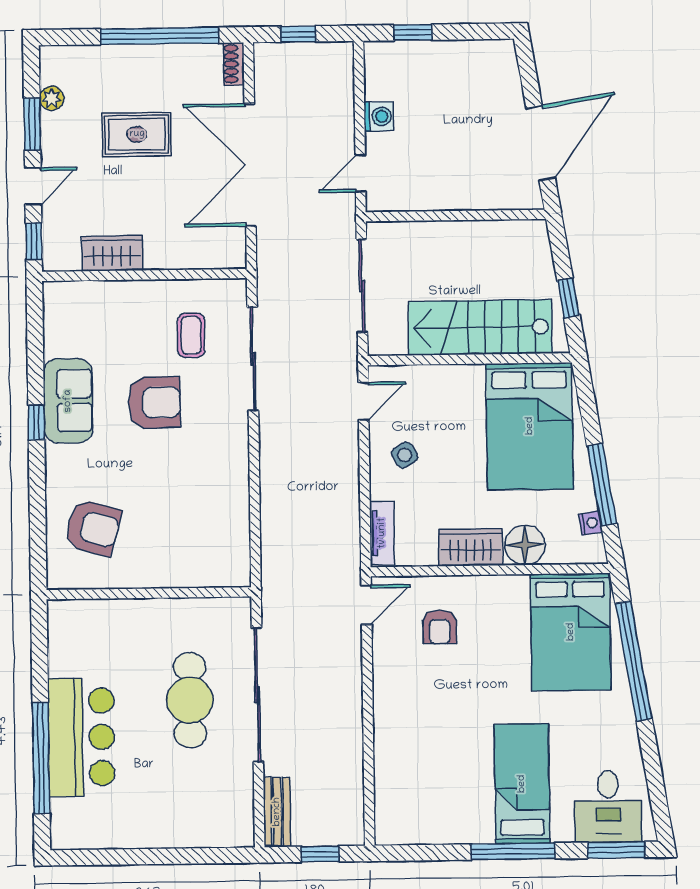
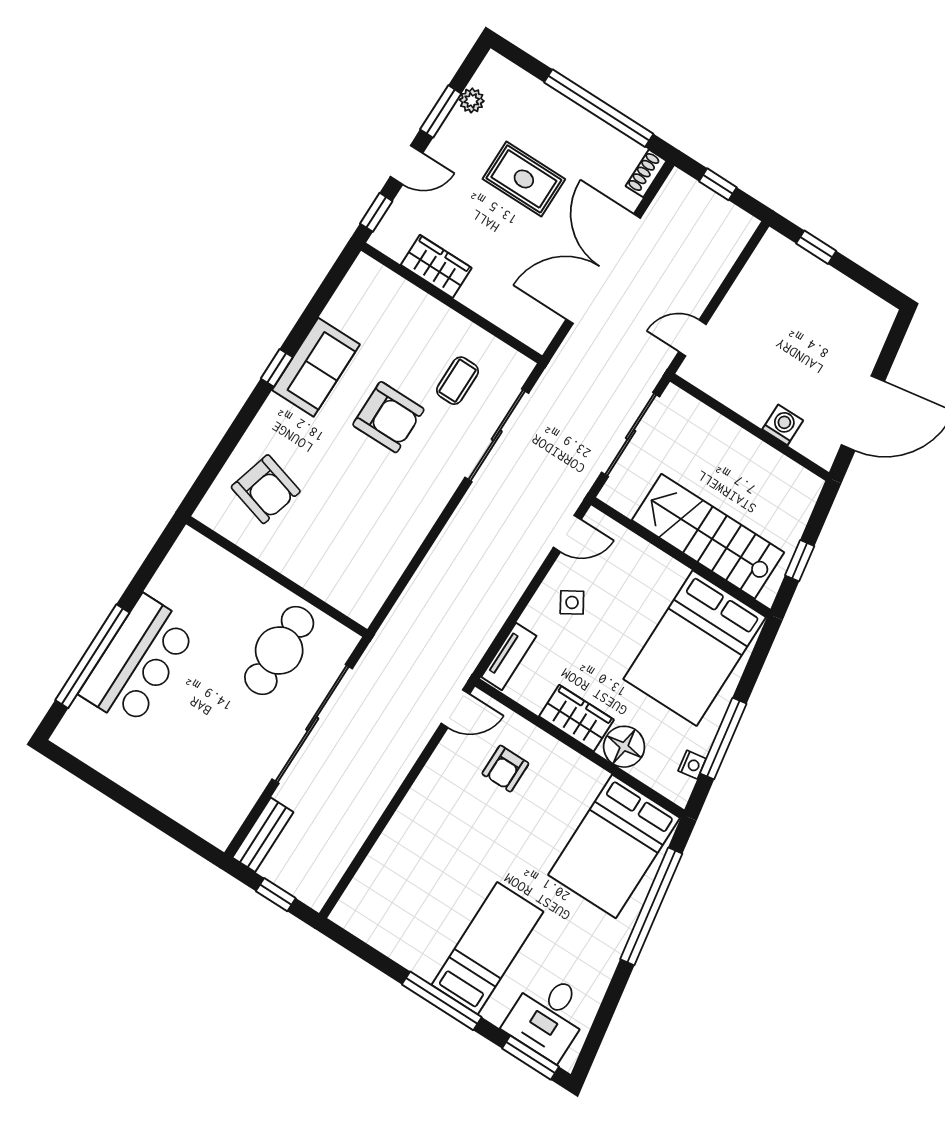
washing machine: (379, 116) -> (783, 425), moved, turned -90
cafe table: (190, 700) -> (279, 650), moved

